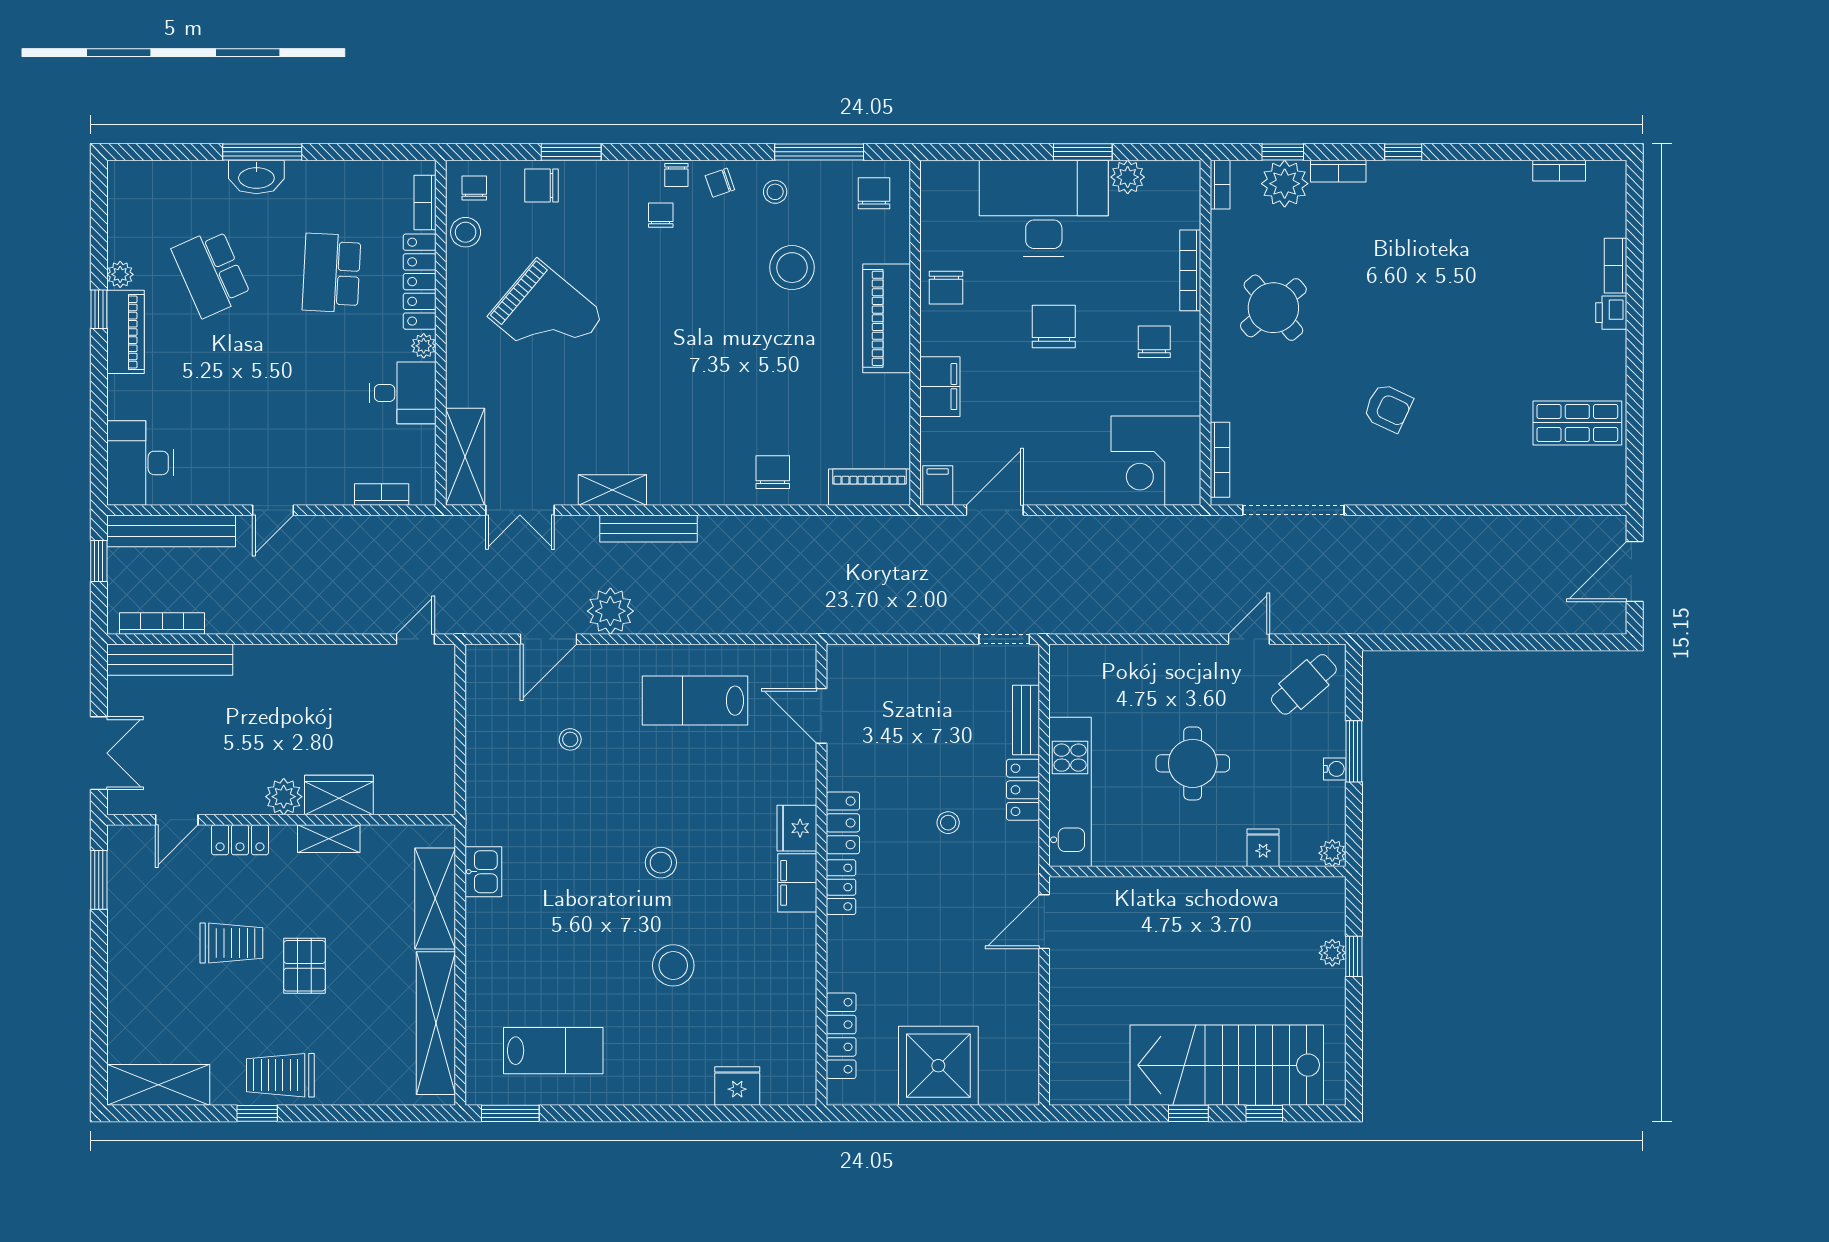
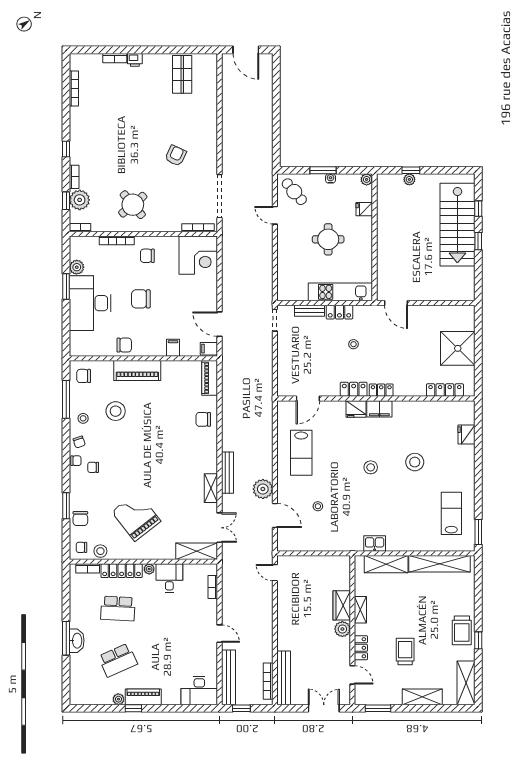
bookcase: (1559, 171) -> (74, 89), width x1.56
grand piano: (546, 316) -> (136, 516), turned -78
filing cabinet: (940, 387) -> (173, 348), width x0.50
pallet: (304, 966) -> (415, 620), removed
shelving: (125, 983) -> (422, 697), added

